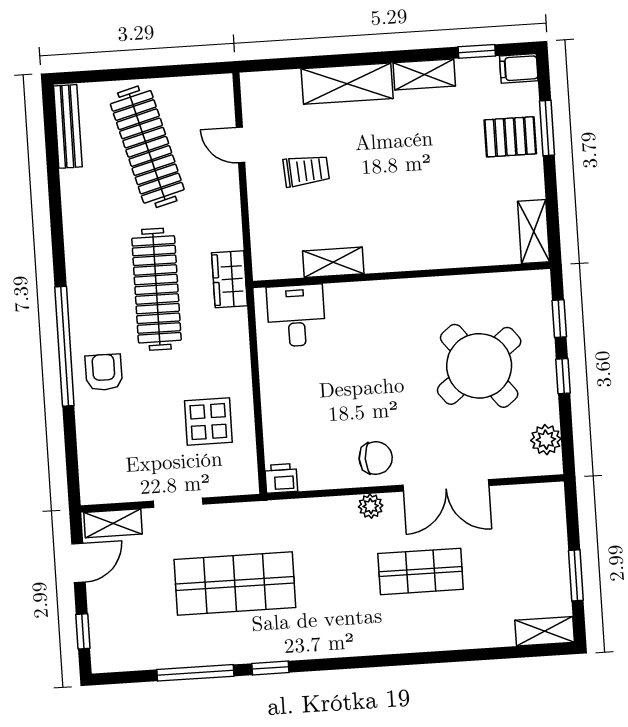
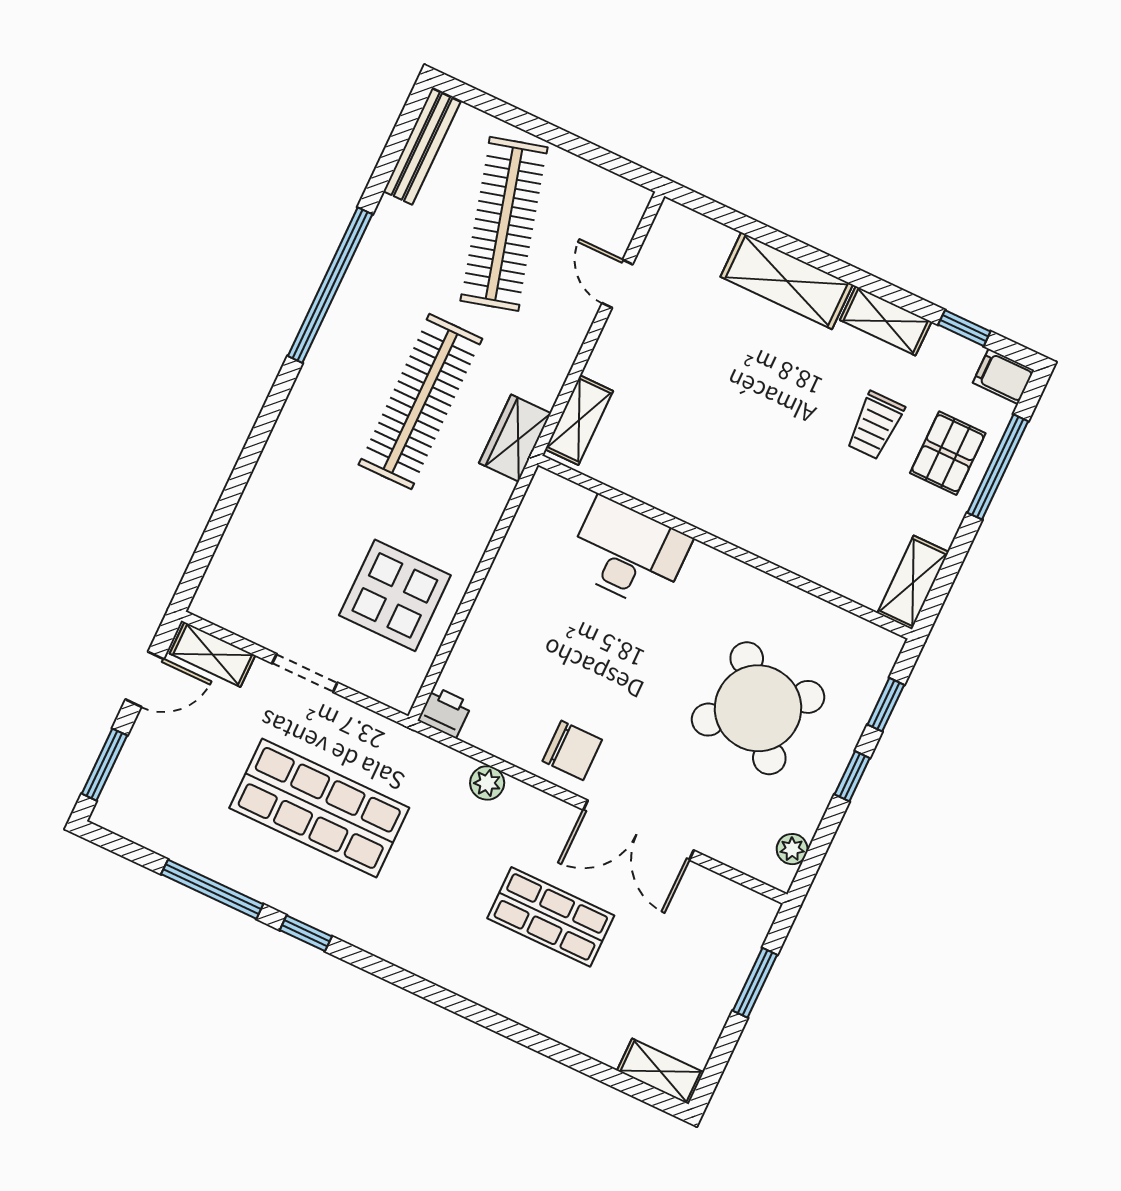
window: (547, 128) -> (998, 467), width x1.44
pallet: (510, 137) -> (948, 453), turned 90
trolley: (306, 171) -> (875, 425), moved, turned 94
shelving: (333, 262) -> (579, 420), moved, turned 90
desk: (296, 316) -> (628, 553), moved, width x1.37
window: (64, 346) -> (330, 285), moved
armchair: (104, 372) -> (302, 466), removed
display table: (208, 422) -> (395, 595), width x1.36, depth x1.36
plant: (546, 440) -> (792, 849), width x0.73, depth x0.73
plant: (371, 506) -> (487, 783), moved
window: (576, 575) -> (755, 983), moved
window: (83, 631) -> (104, 765), width x1.50

